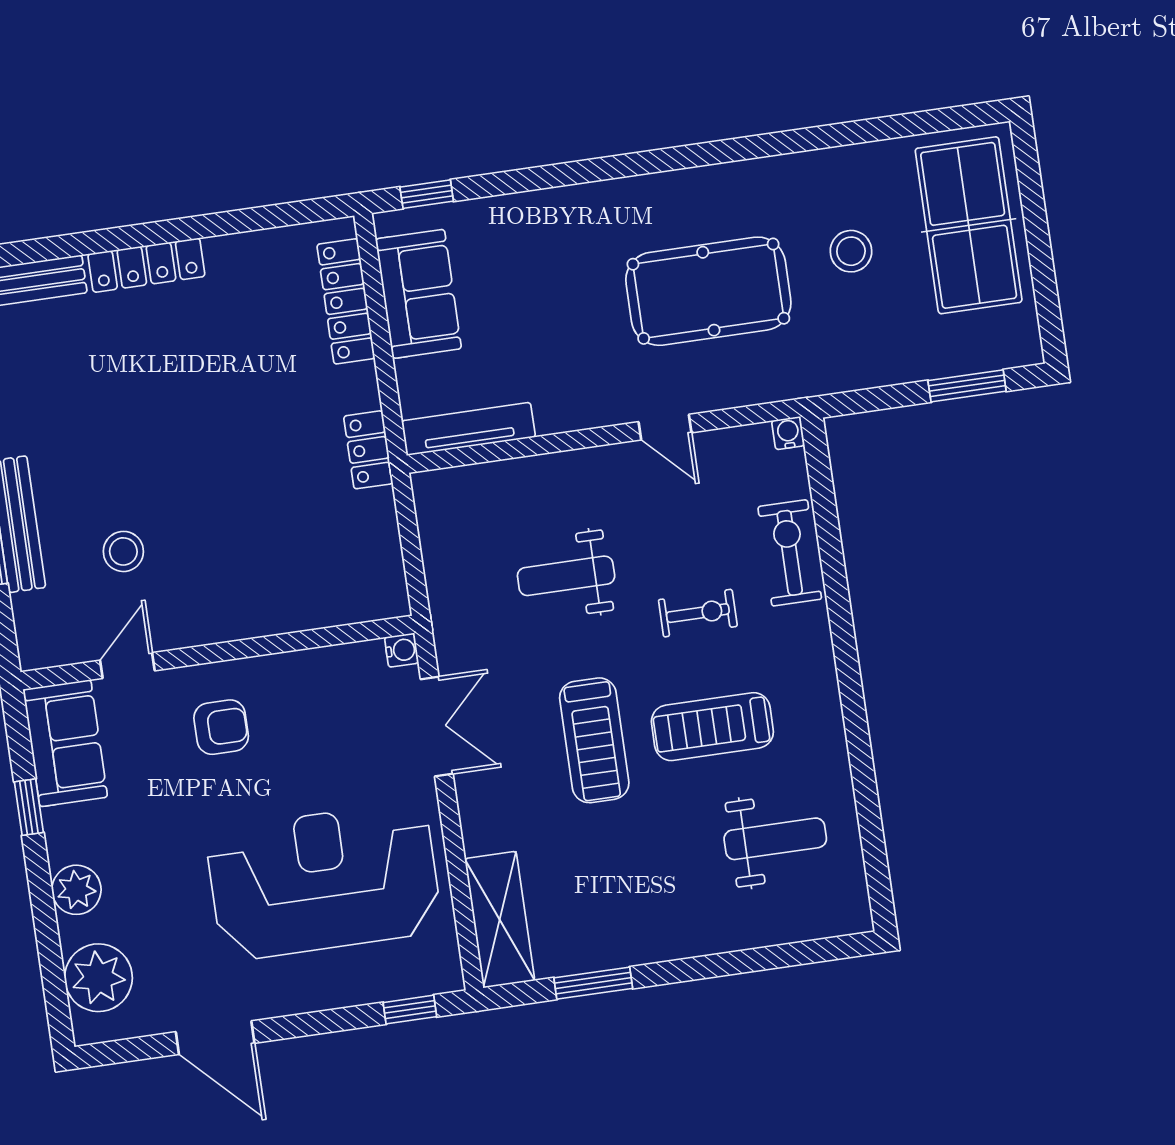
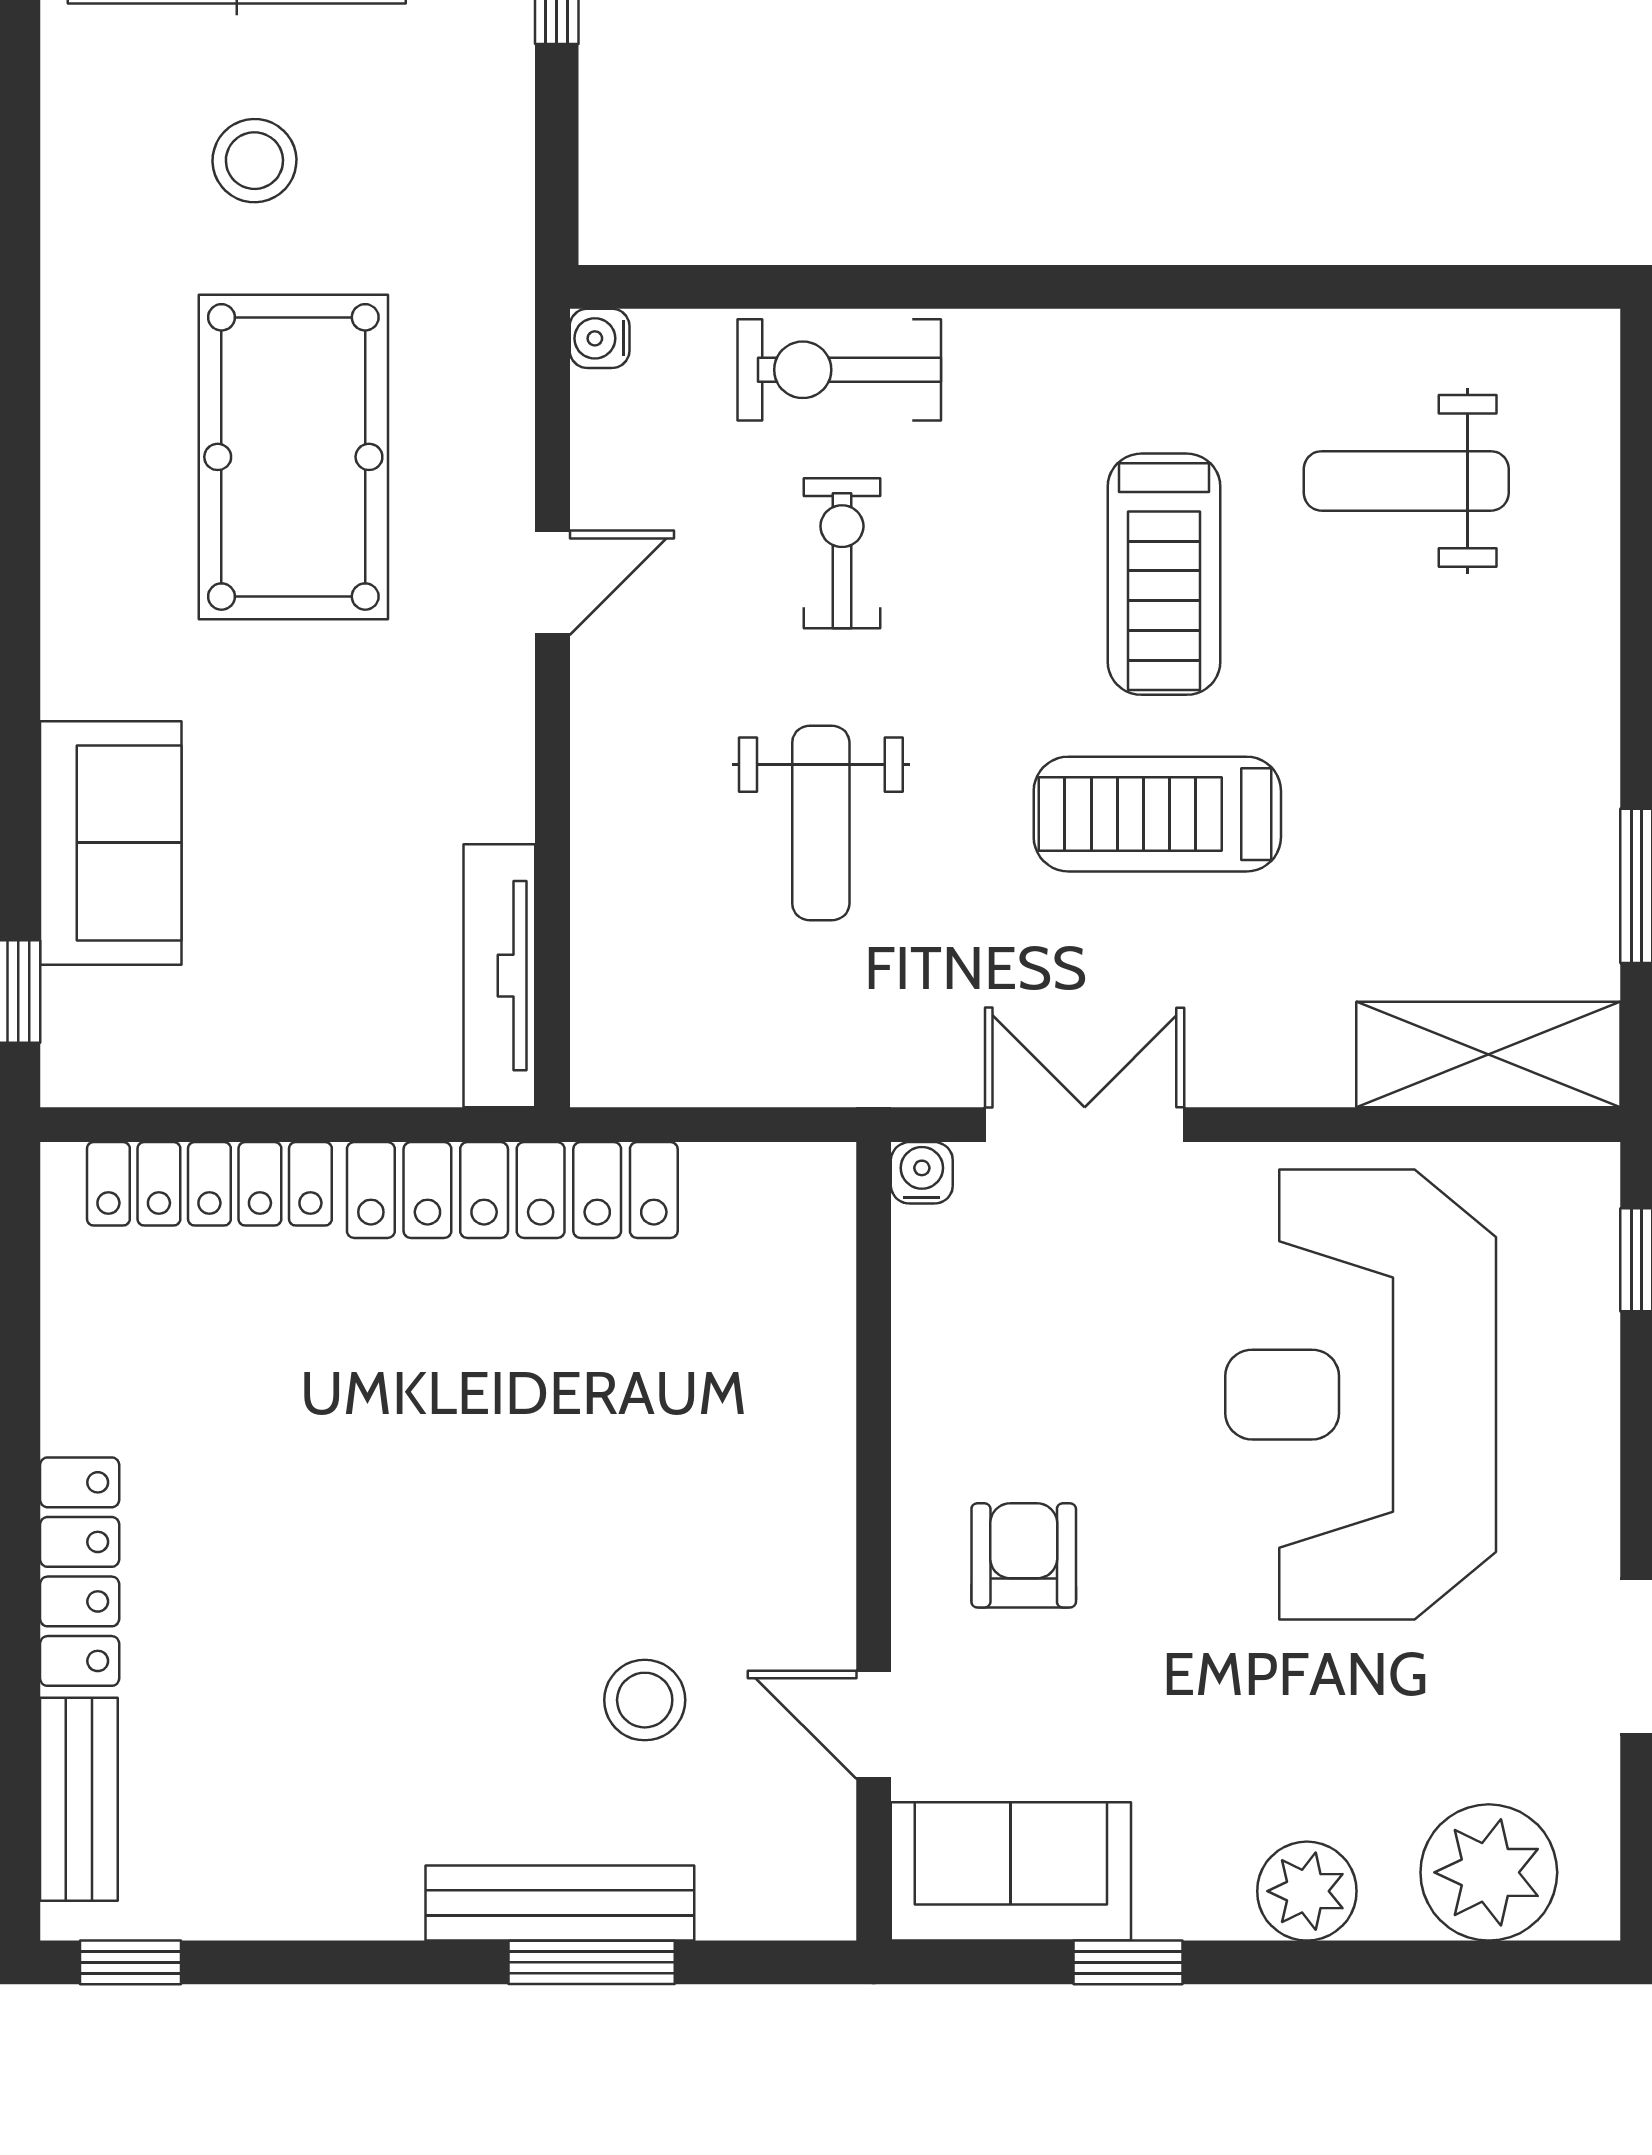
sofa: (418, 294) -> (111, 843), moved, turned 90
locker: (368, 450) -> (512, 1190), width x2.16, depth x1.21
exercise bike: (698, 613) -> (842, 553), moved
treadmill: (594, 740) -> (1157, 814), turned 180
weight bench: (775, 839) -> (1406, 481), turned -90

